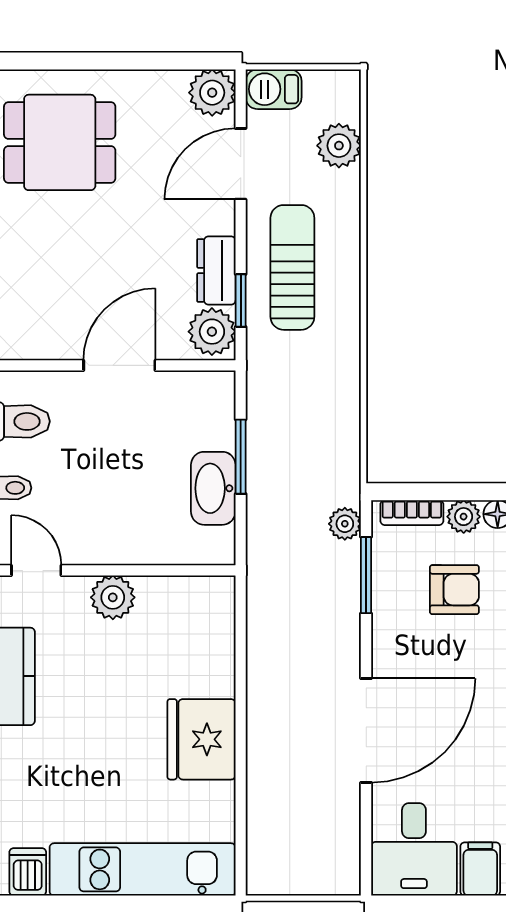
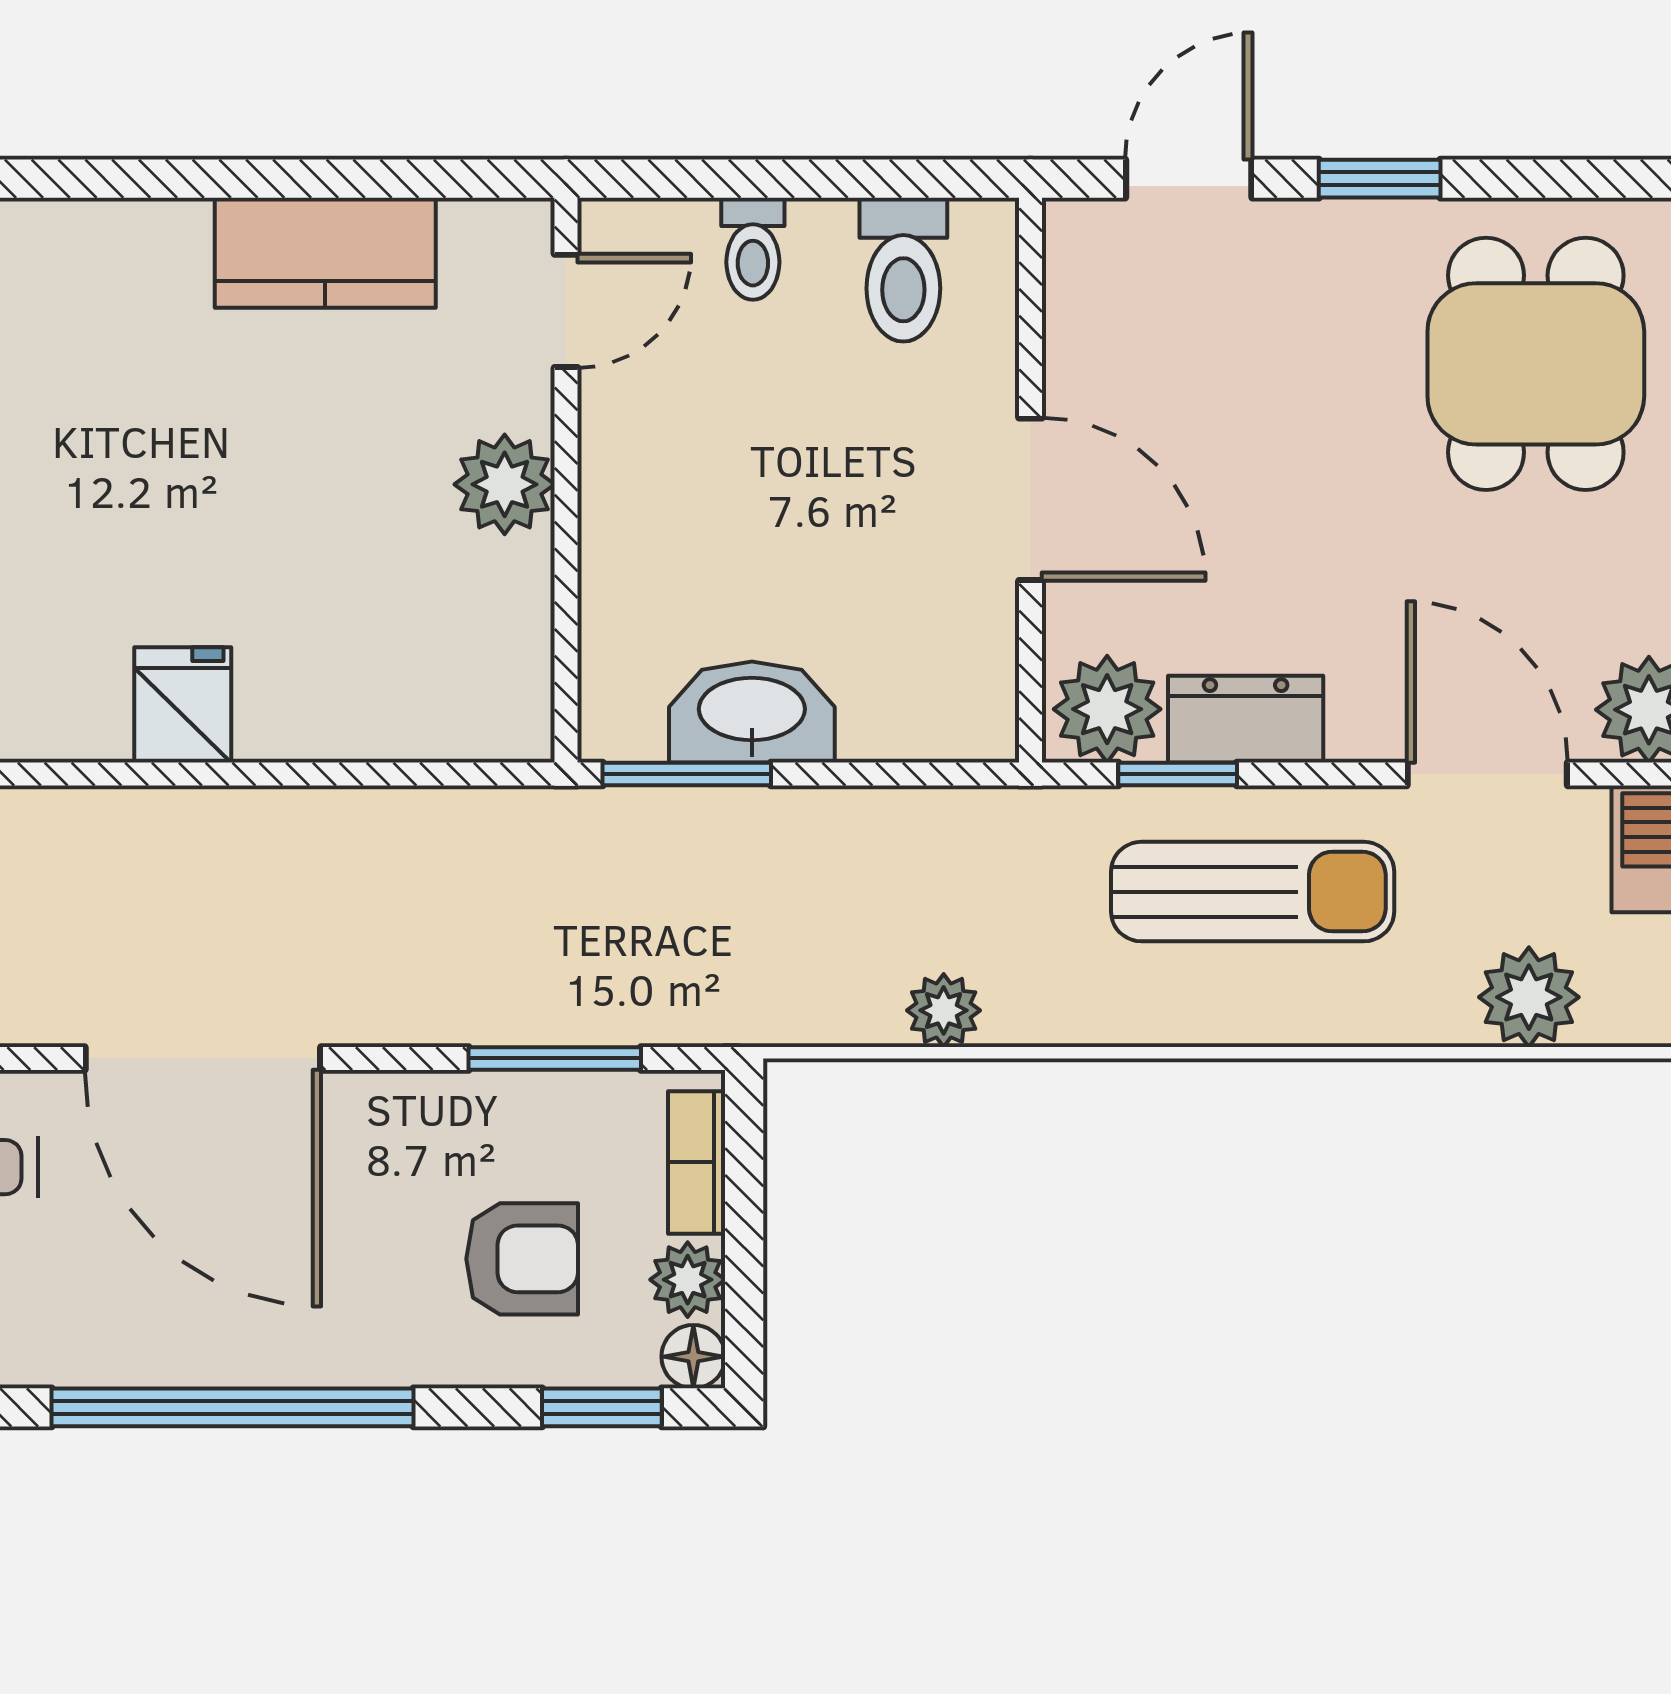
window: (241, 457) -> (687, 774), moved
plant: (345, 524) -> (944, 1010), moved
armchair: (454, 590) -> (522, 1259), turned -90
fridge: (201, 739) -> (183, 705), width x0.53, depth x0.75

